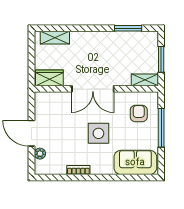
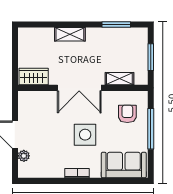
shelving: (55, 38) -> (70, 34), moved
shelving: (145, 80) -> (119, 79), moved
bookcase: (78, 170) -> (77, 173), moved

